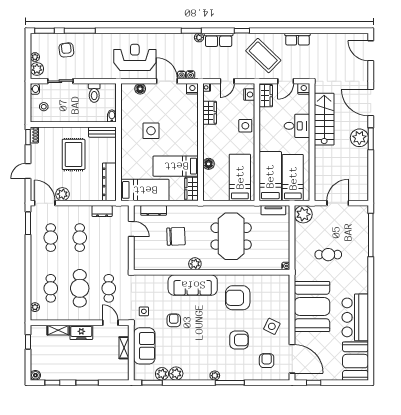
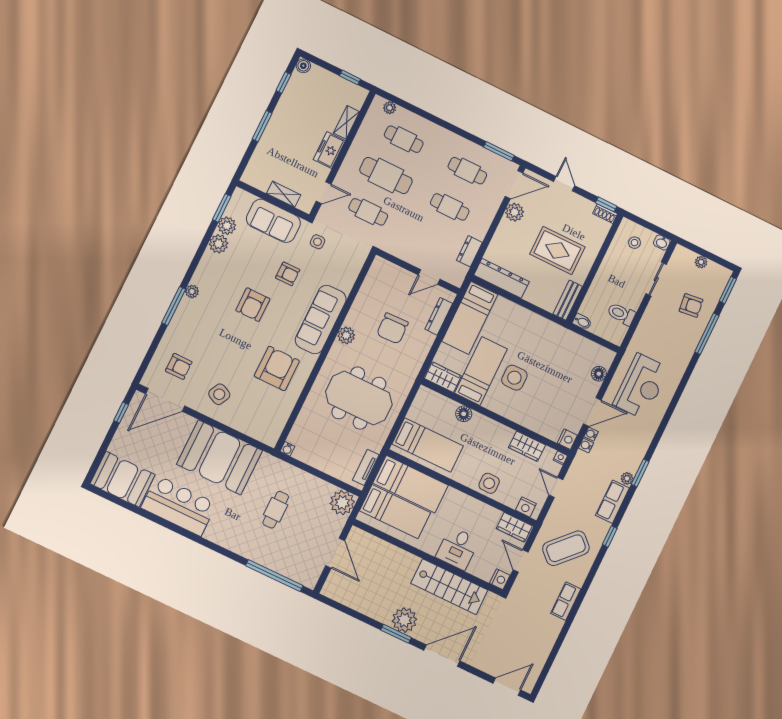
plant: (37, 69) -> (685, 257), removed
side table: (151, 131) -> (514, 378), moved
armchair: (239, 340) -> (253, 305), moved

